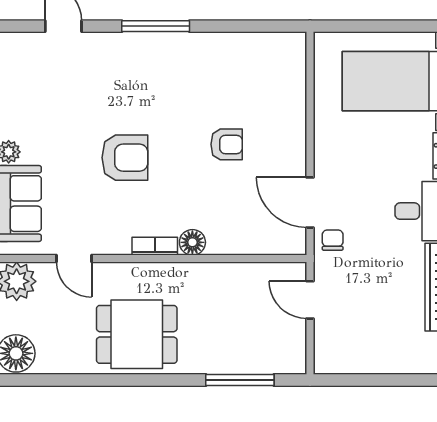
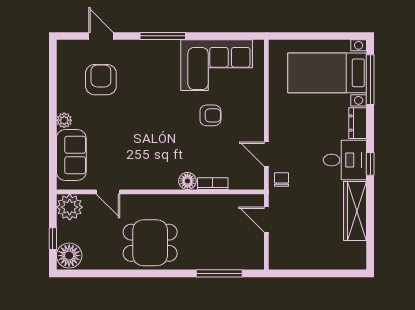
corner sofa: (236, 70) -> (217, 65), added
armchair: (125, 158) -> (101, 80), moved, turned -90
door: (310, 202) -> (266, 154), width x0.73
bookcase: (155, 246) -> (213, 184), moved

